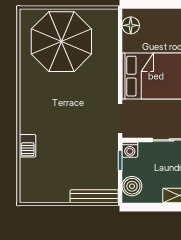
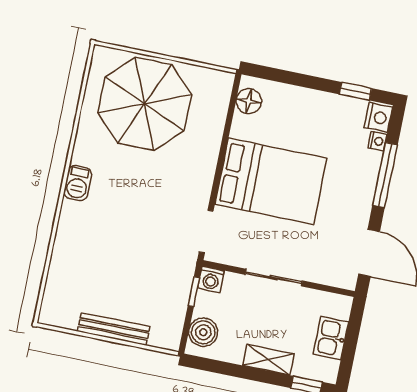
barbecue: (28, 146) -> (78, 183), moved
bench: (94, 196) -> (114, 329), moved

